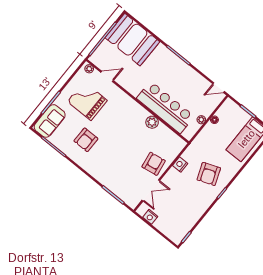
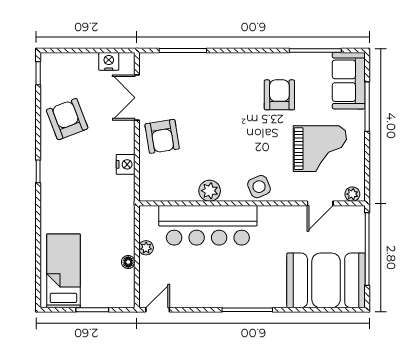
side table: (128, 106) -> (259, 187), added
armchair: (209, 174) -> (67, 119), moved

